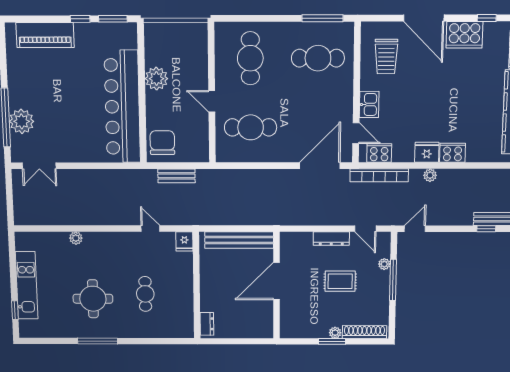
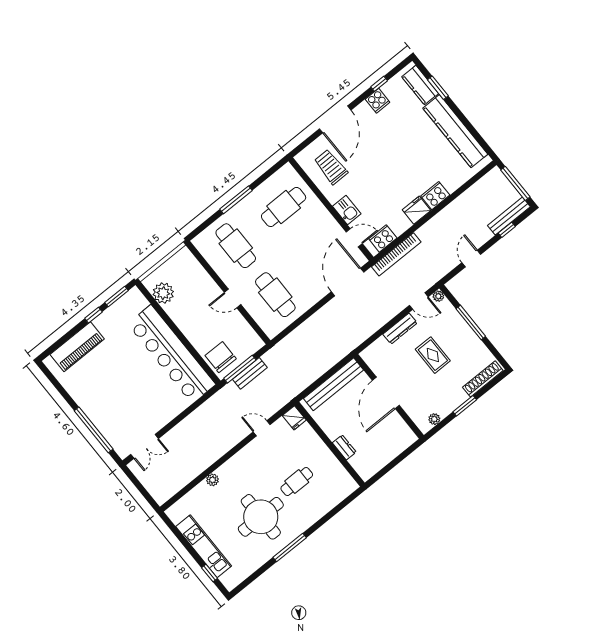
window: (323, 18) -> (236, 200), moved
door: (424, 18) -> (335, 119), hinge flipped
cooker: (464, 35) -> (378, 101), width x0.53, depth x0.76
trolley: (386, 56) -> (331, 167), turned 180
plant: (156, 79) -> (163, 293), moved
plant: (22, 121) -> (107, 424), removed
cafe table: (251, 127) -> (275, 295), turned 90
window: (171, 166) -> (240, 369), added
plant: (430, 175) -> (433, 225), removed
door: (415, 229) -> (471, 258), moved
plant: (384, 264) -> (438, 296), moved
rug: (340, 281) -> (433, 355), turned 90
cafe table: (145, 294) -> (297, 482), turned 90
round table: (93, 299) -> (261, 517), width x1.36, depth x1.36
dresser: (207, 324) -> (344, 447), moved
plant: (335, 333) -> (434, 419), moved

